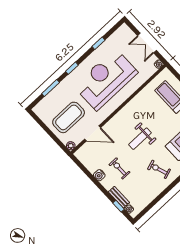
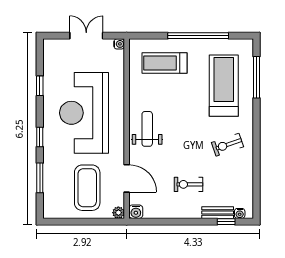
double door: (147, 43) -> (86, 36), swing flipped
door: (93, 133) -> (127, 178), hinge flipped
weight bench: (140, 139) -> (147, 129), moved, turned 180
water cooler: (99, 175) -> (136, 212), moved

